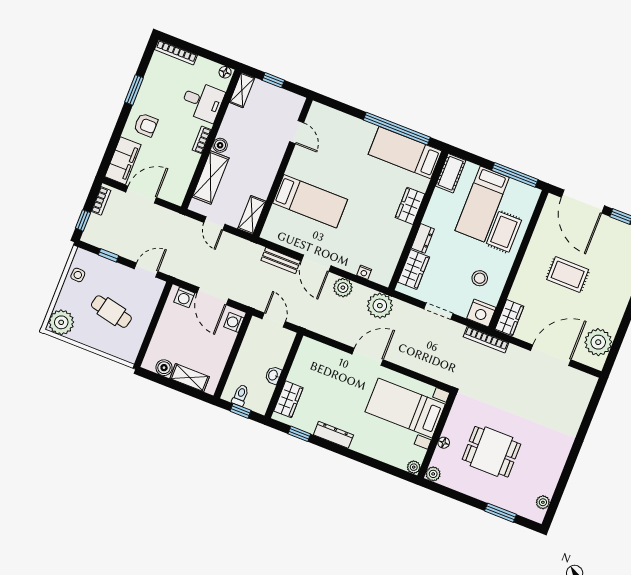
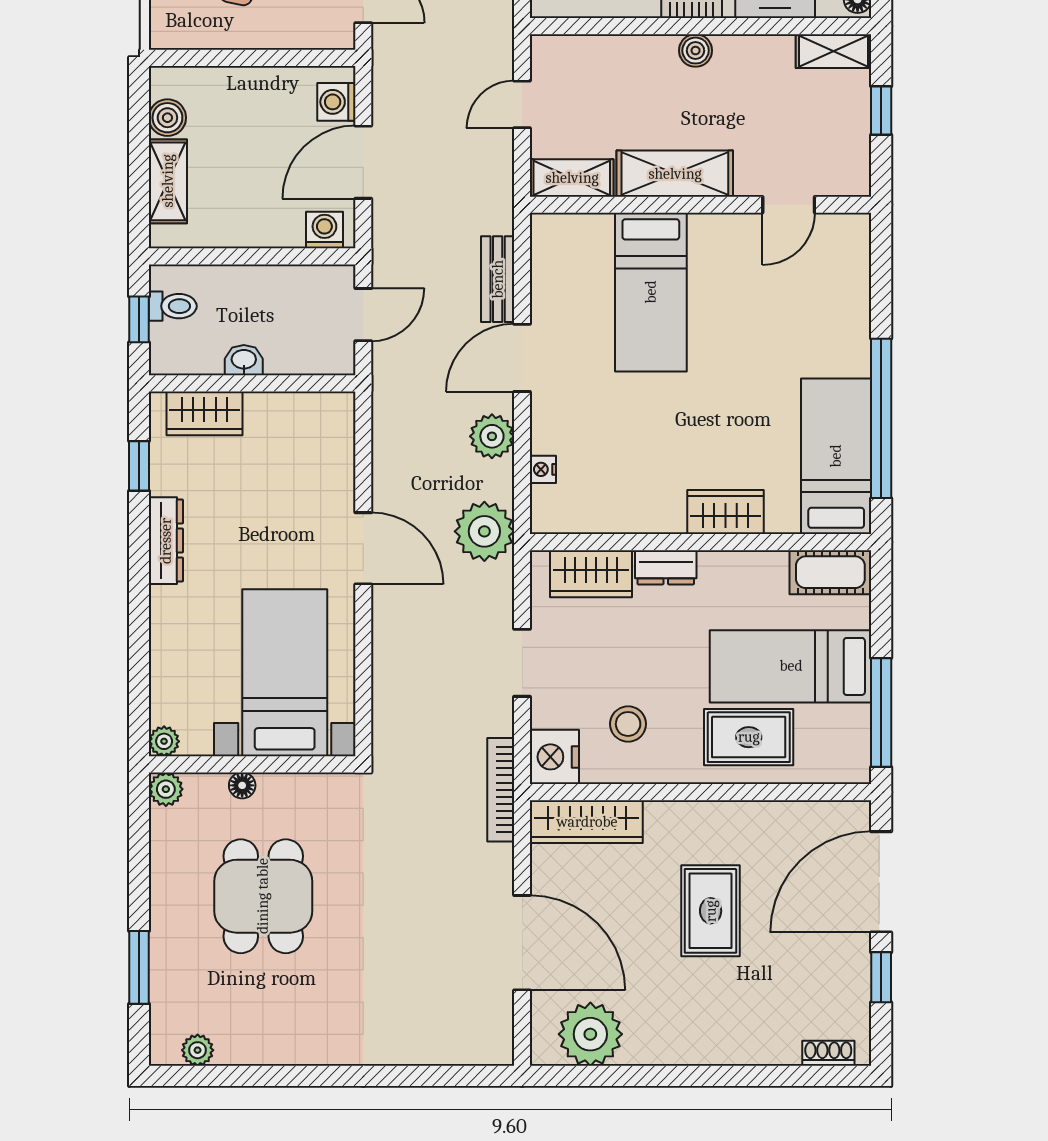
shelving: (211, 178) -> (675, 174), moved
wardrobe: (509, 318) -> (587, 822), width x1.50

